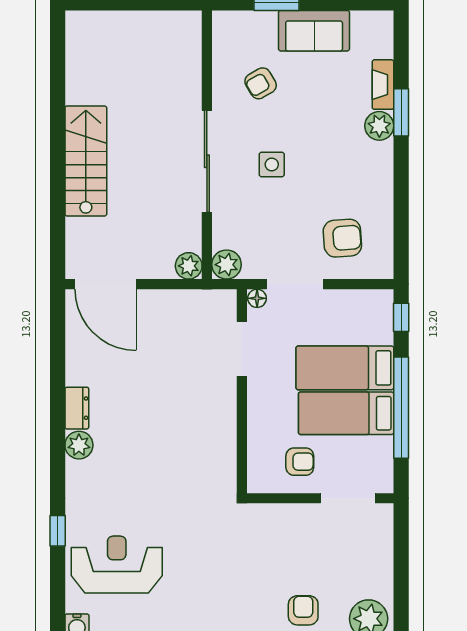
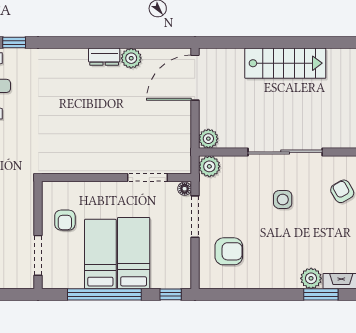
armchair: (342, 238) -> (229, 251), turned -86
plant: (79, 445) -> (131, 58), moved

